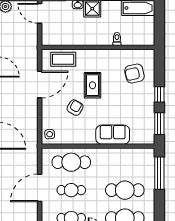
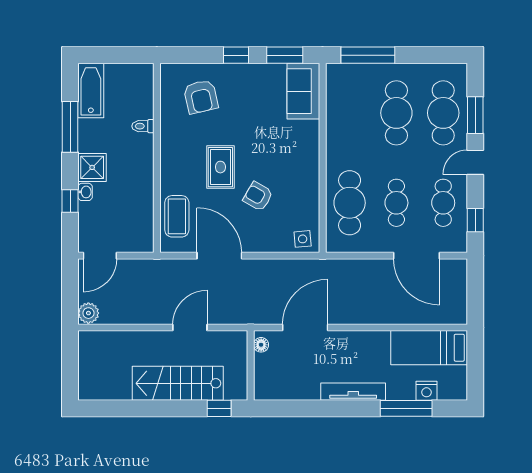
rug: (93, 85) -> (220, 167), turned 90
sofa: (113, 135) -> (303, 91), moved
door: (40, 188) -> (417, 256), moved

